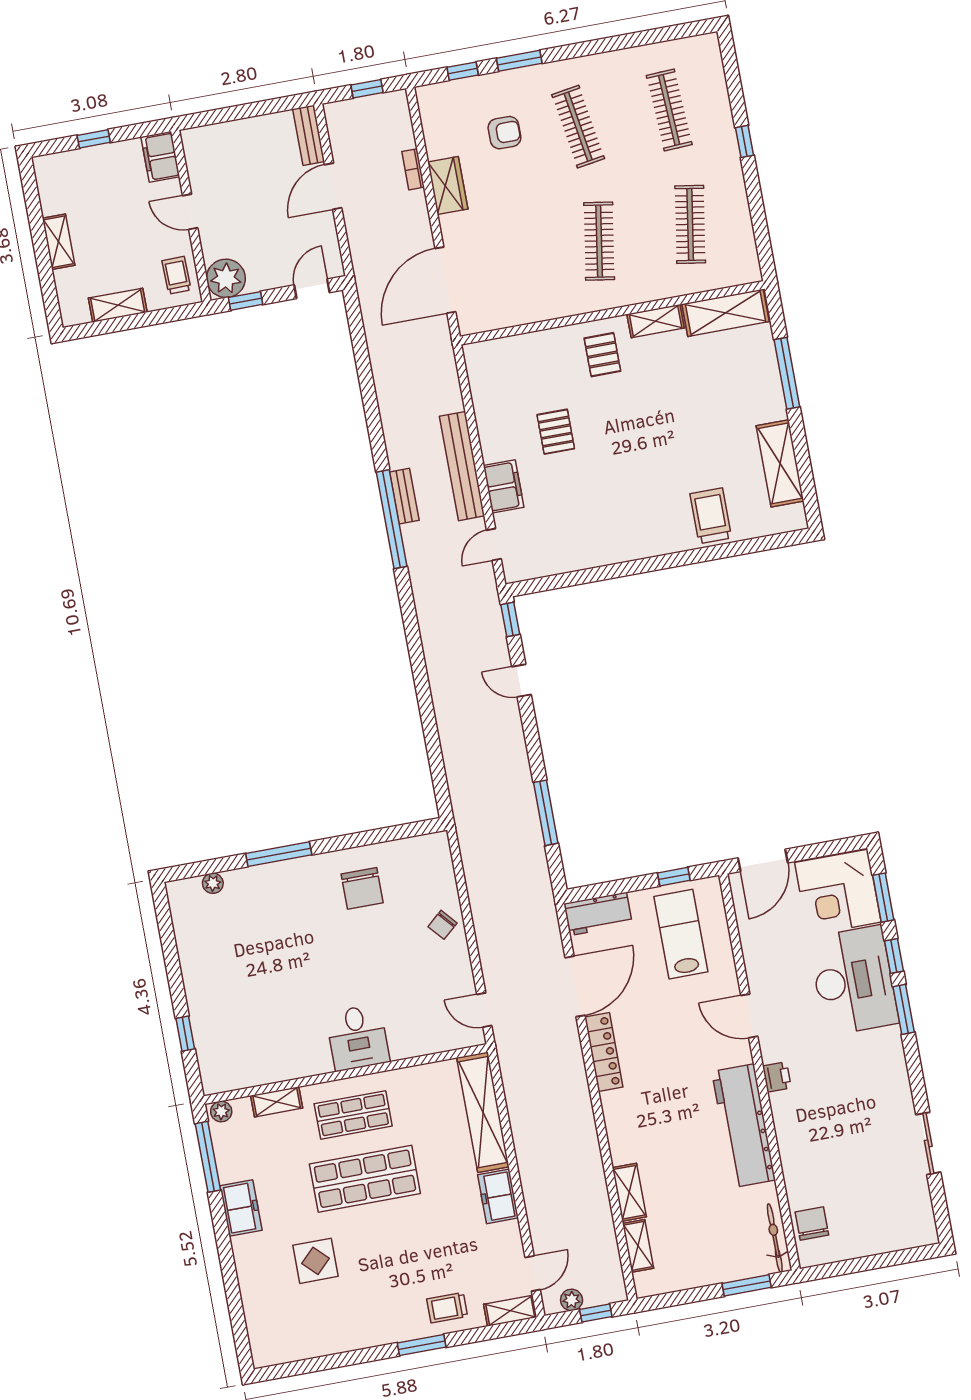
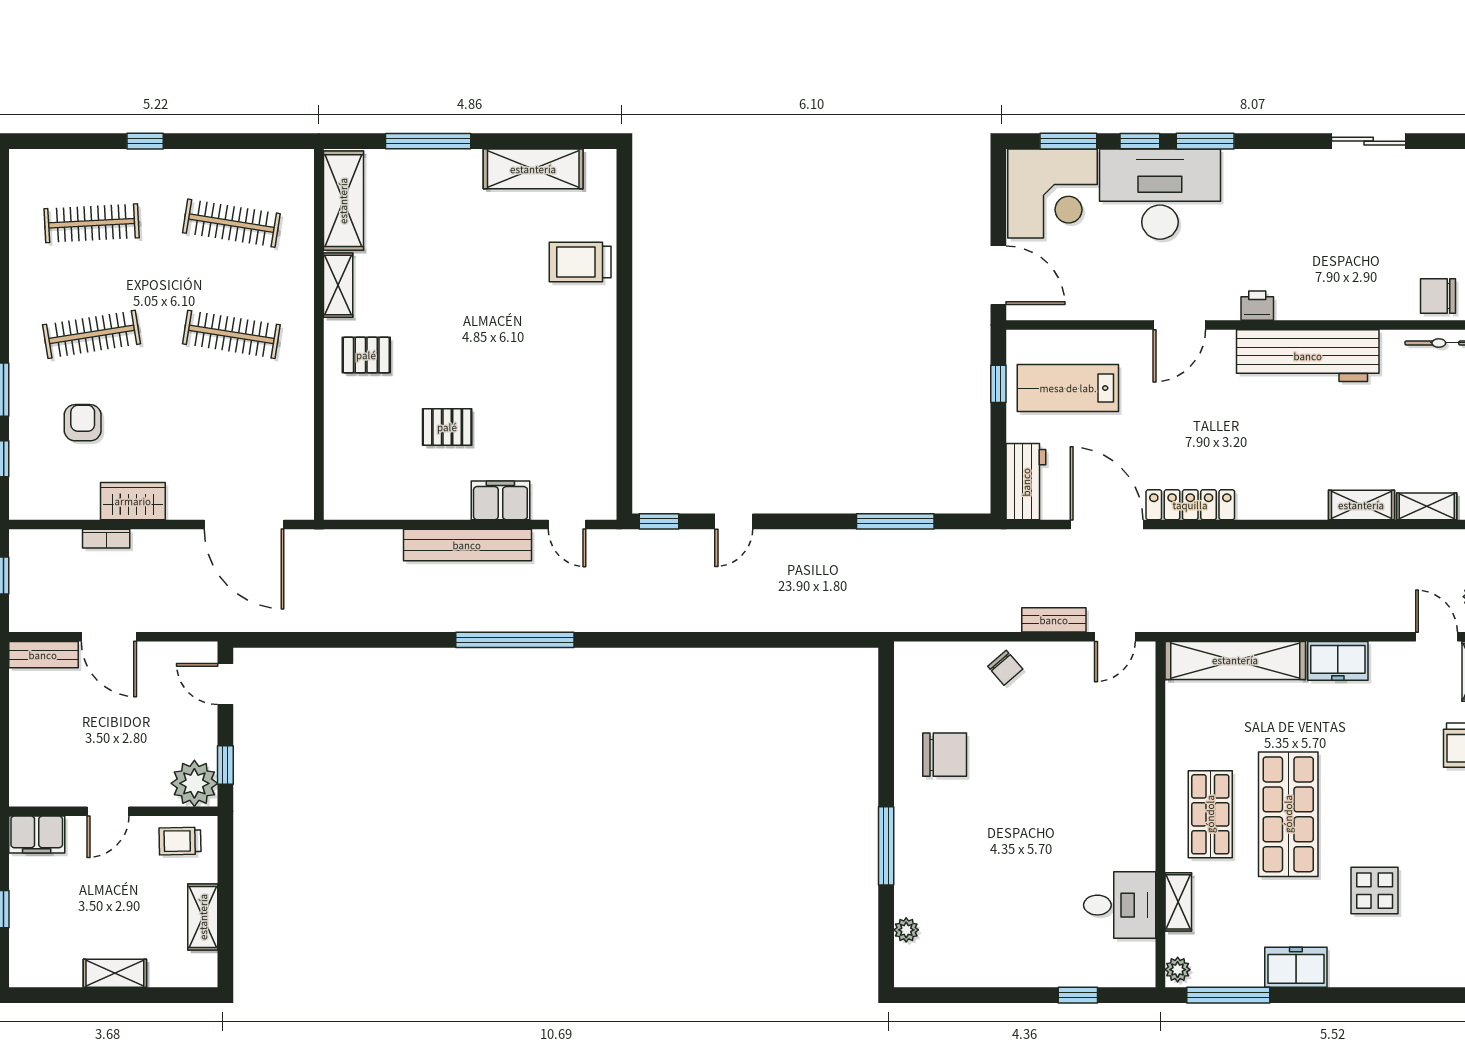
bench: (404, 496) -> (1054, 620), moved
desk: (358, 1037) -> (1120, 905), moved

